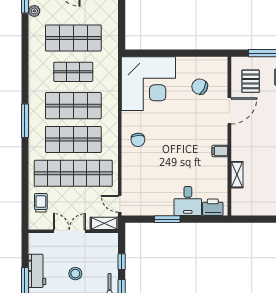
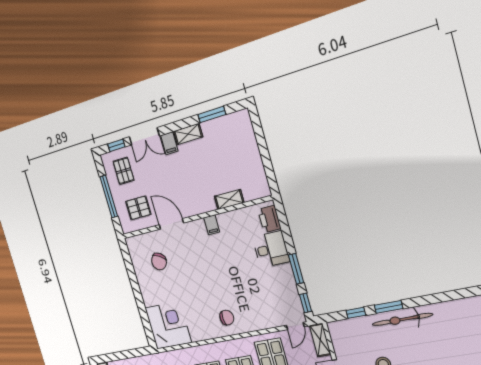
corner desk: (148, 84) -> (168, 325), width x0.74, depth x0.74
window: (138, 219) -> (305, 303), added

